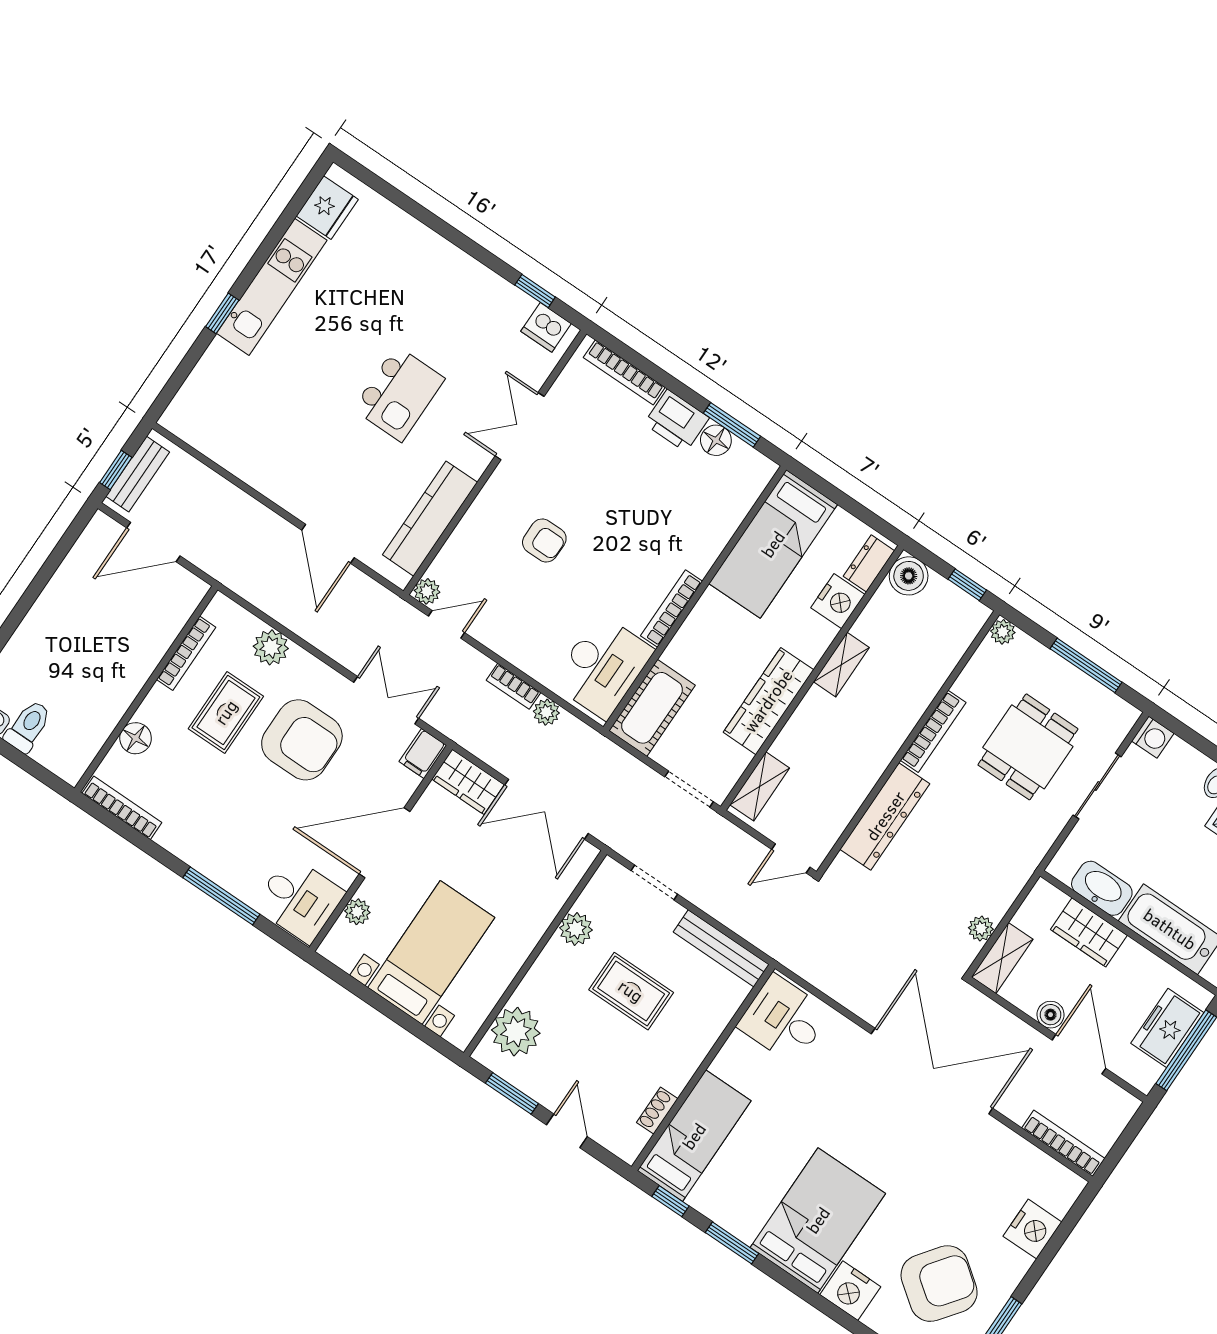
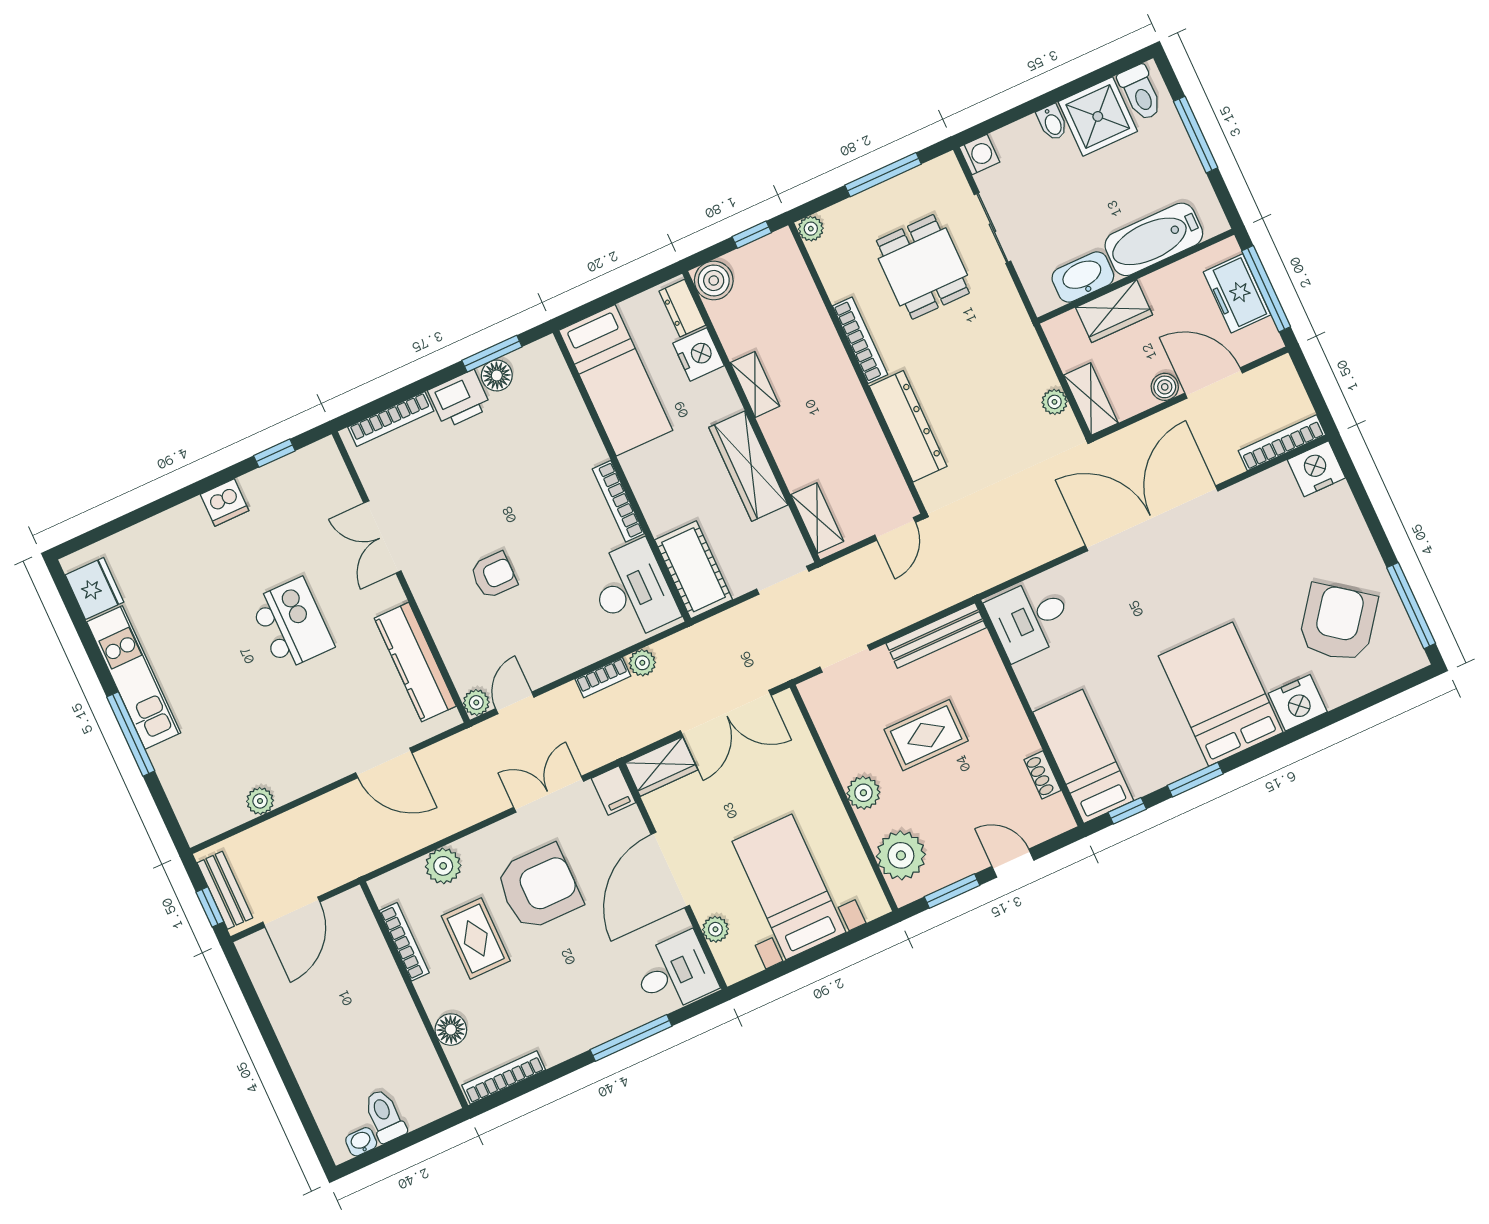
window: (222, 313) -> (131, 734), width x2.17
dishwasher: (546, 327) -> (225, 503), moved
plant: (232, 458) -> (260, 801), added
plant: (576, 929) -> (863, 793), moved
nightstand: (1032, 1229) -> (1316, 469), moved, turned -90

